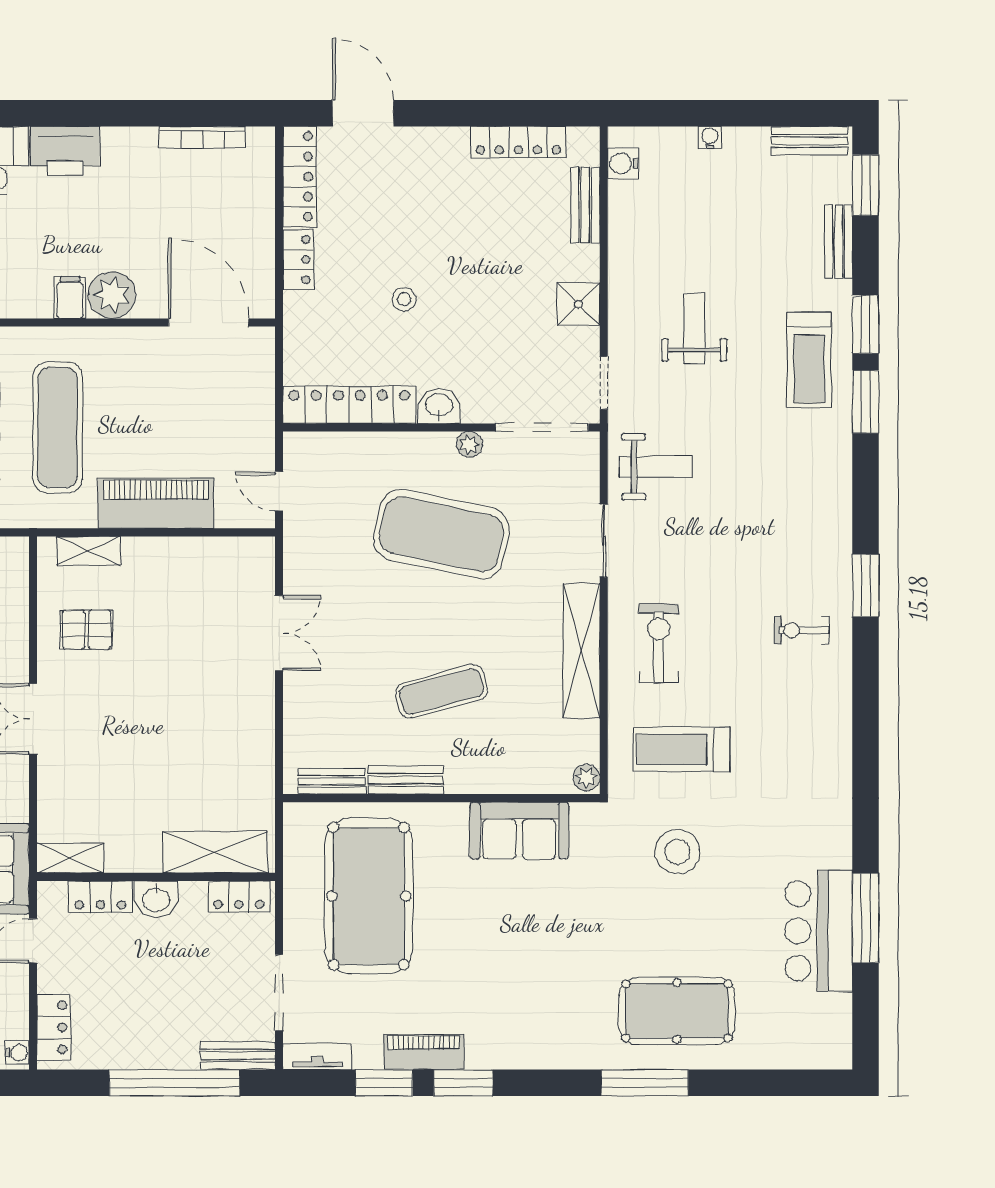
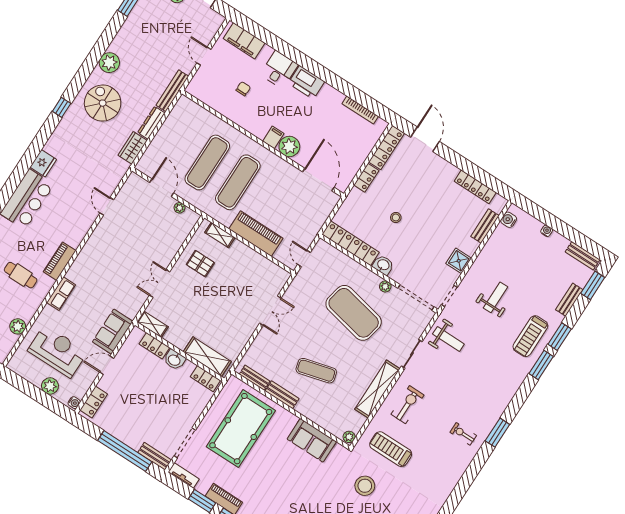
shelving: (215, 852) -> (207, 357), moved
shelving: (70, 858) -> (153, 324), moved
wall: (156, 877) -> (180, 352), moved
locker: (100, 897) -> (154, 346), moved
locker: (239, 897) -> (205, 379), moved
washbasin: (156, 899) -> (174, 360), moved

